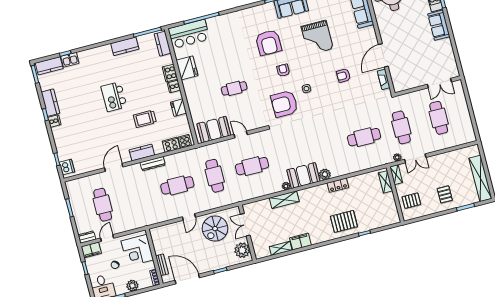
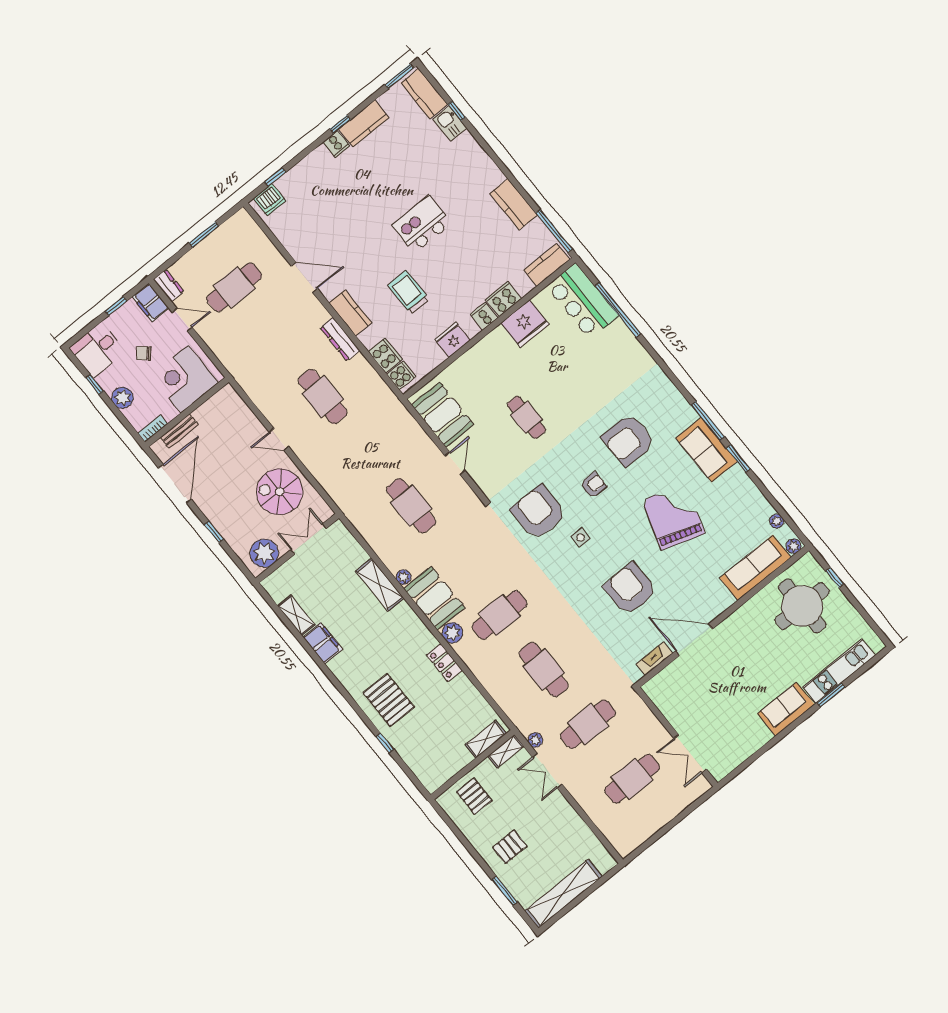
grand piano: (317, 38) -> (673, 517), turned 108
armchair: (343, 76) -> (630, 589), width x1.88, depth x1.88
cafe table: (215, 176) -> (499, 615), moved

